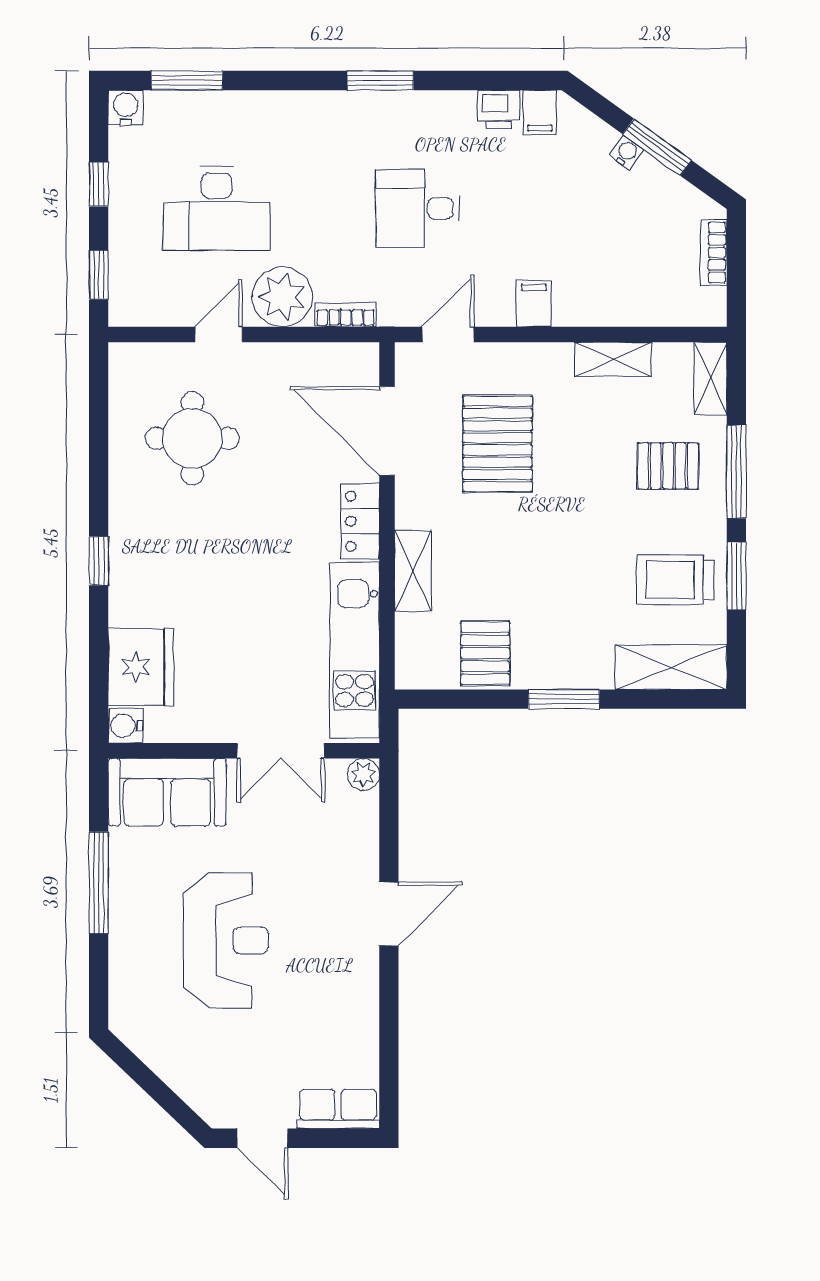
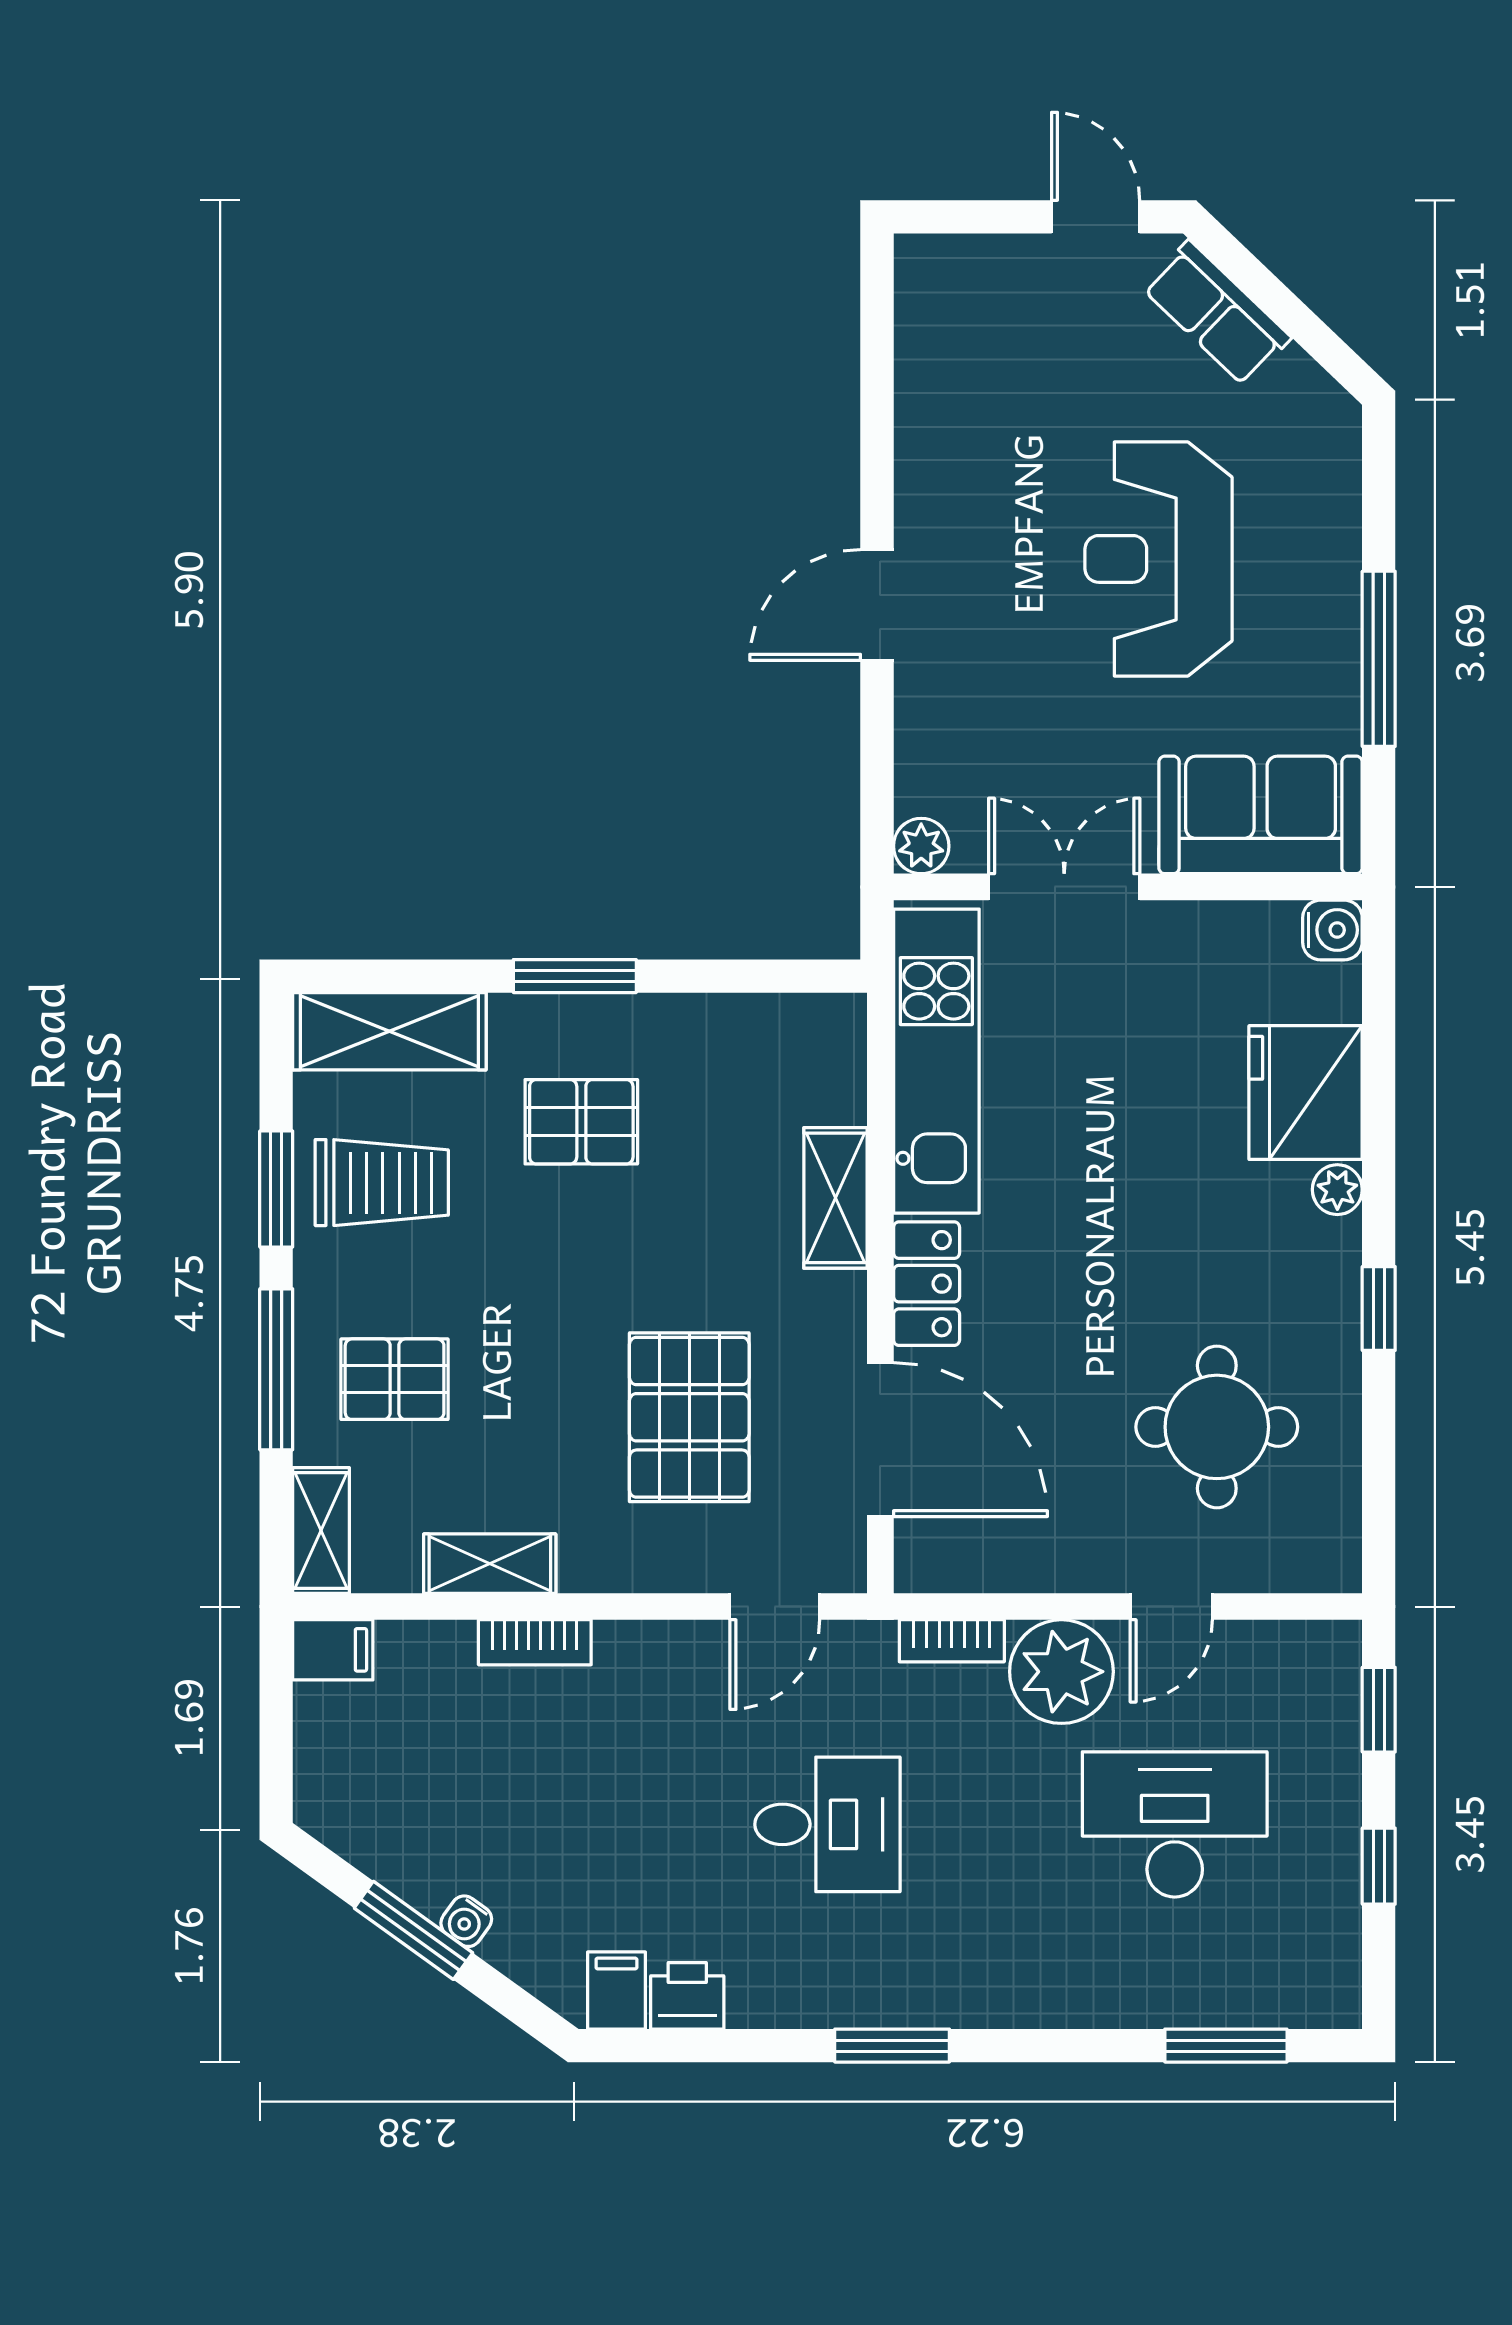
water cooler: (126, 108) -> (1332, 1999), removed
bookcase: (714, 252) -> (535, 1642), moved, turned 90
filing cabinet: (534, 304) -> (333, 1650), moved, turned -90
window: (99, 561) -> (1379, 1309), moved
plant: (123, 576) -> (1337, 1190), added
pallet: (485, 653) -> (581, 1122), moved, turned 90
fridge: (141, 667) -> (1306, 1093), moved
row of seats: (338, 1109) -> (1217, 313), moved, turned 44

